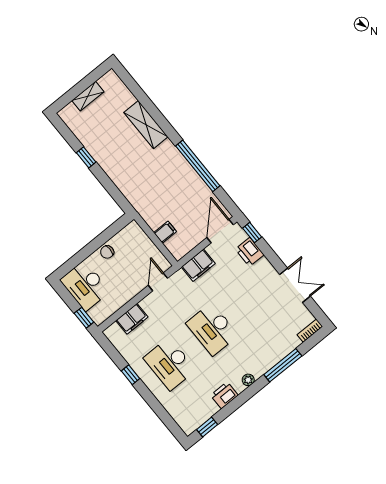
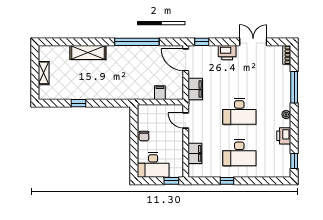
printer: (250, 252) -> (227, 53), moved

